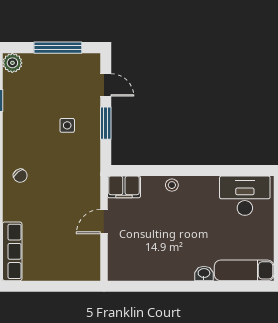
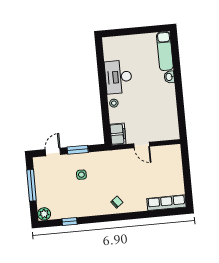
desk: (245, 196) -> (118, 77), moved

